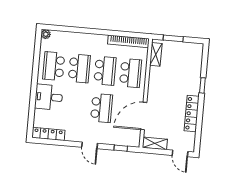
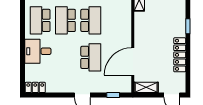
school desk: (79, 68) -> (65, 20), turned 180
school desk: (131, 73) -> (116, 20), removed
locker: (48, 134) -> (35, 87), width x0.66

